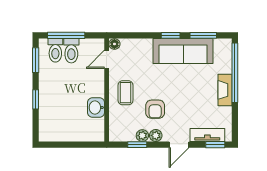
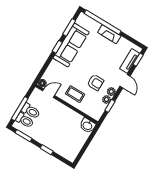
door: (107, 59) -> (49, 93), swing flipped
washbasin: (96, 108) -> (88, 126), moved

